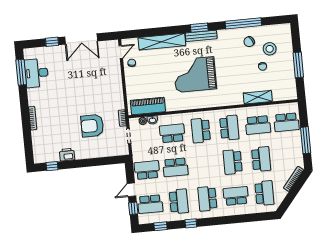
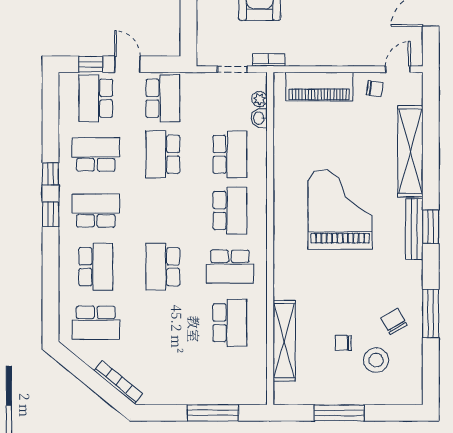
window: (243, 23) -> (431, 314), width x0.68
door: (121, 52) -> (398, 69), swing flipped
shelving: (258, 97) -> (284, 341), width x1.47
piano: (148, 106) -> (319, 87), moved, turned 90
school desk: (286, 122) -> (230, 379), removed
school desk: (258, 125) -> (230, 323), turned 180
school desk: (201, 130) -> (230, 211), turned 90
window: (306, 140) -> (213, 413), moved
school desk: (261, 159) -> (163, 323), removed
school desk: (233, 162) -> (163, 267), turned -90
school desk: (179, 201) -> (96, 154), turned 180
window: (161, 226) -> (51, 214), moved

